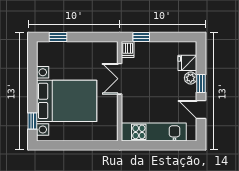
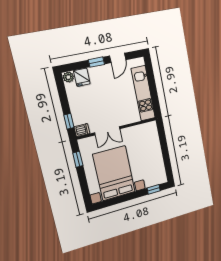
window: (58, 37) -> (78, 159), moved
plant: (191, 78) -> (68, 77), moved
bed with nightstands: (67, 101) -> (114, 173), moved

